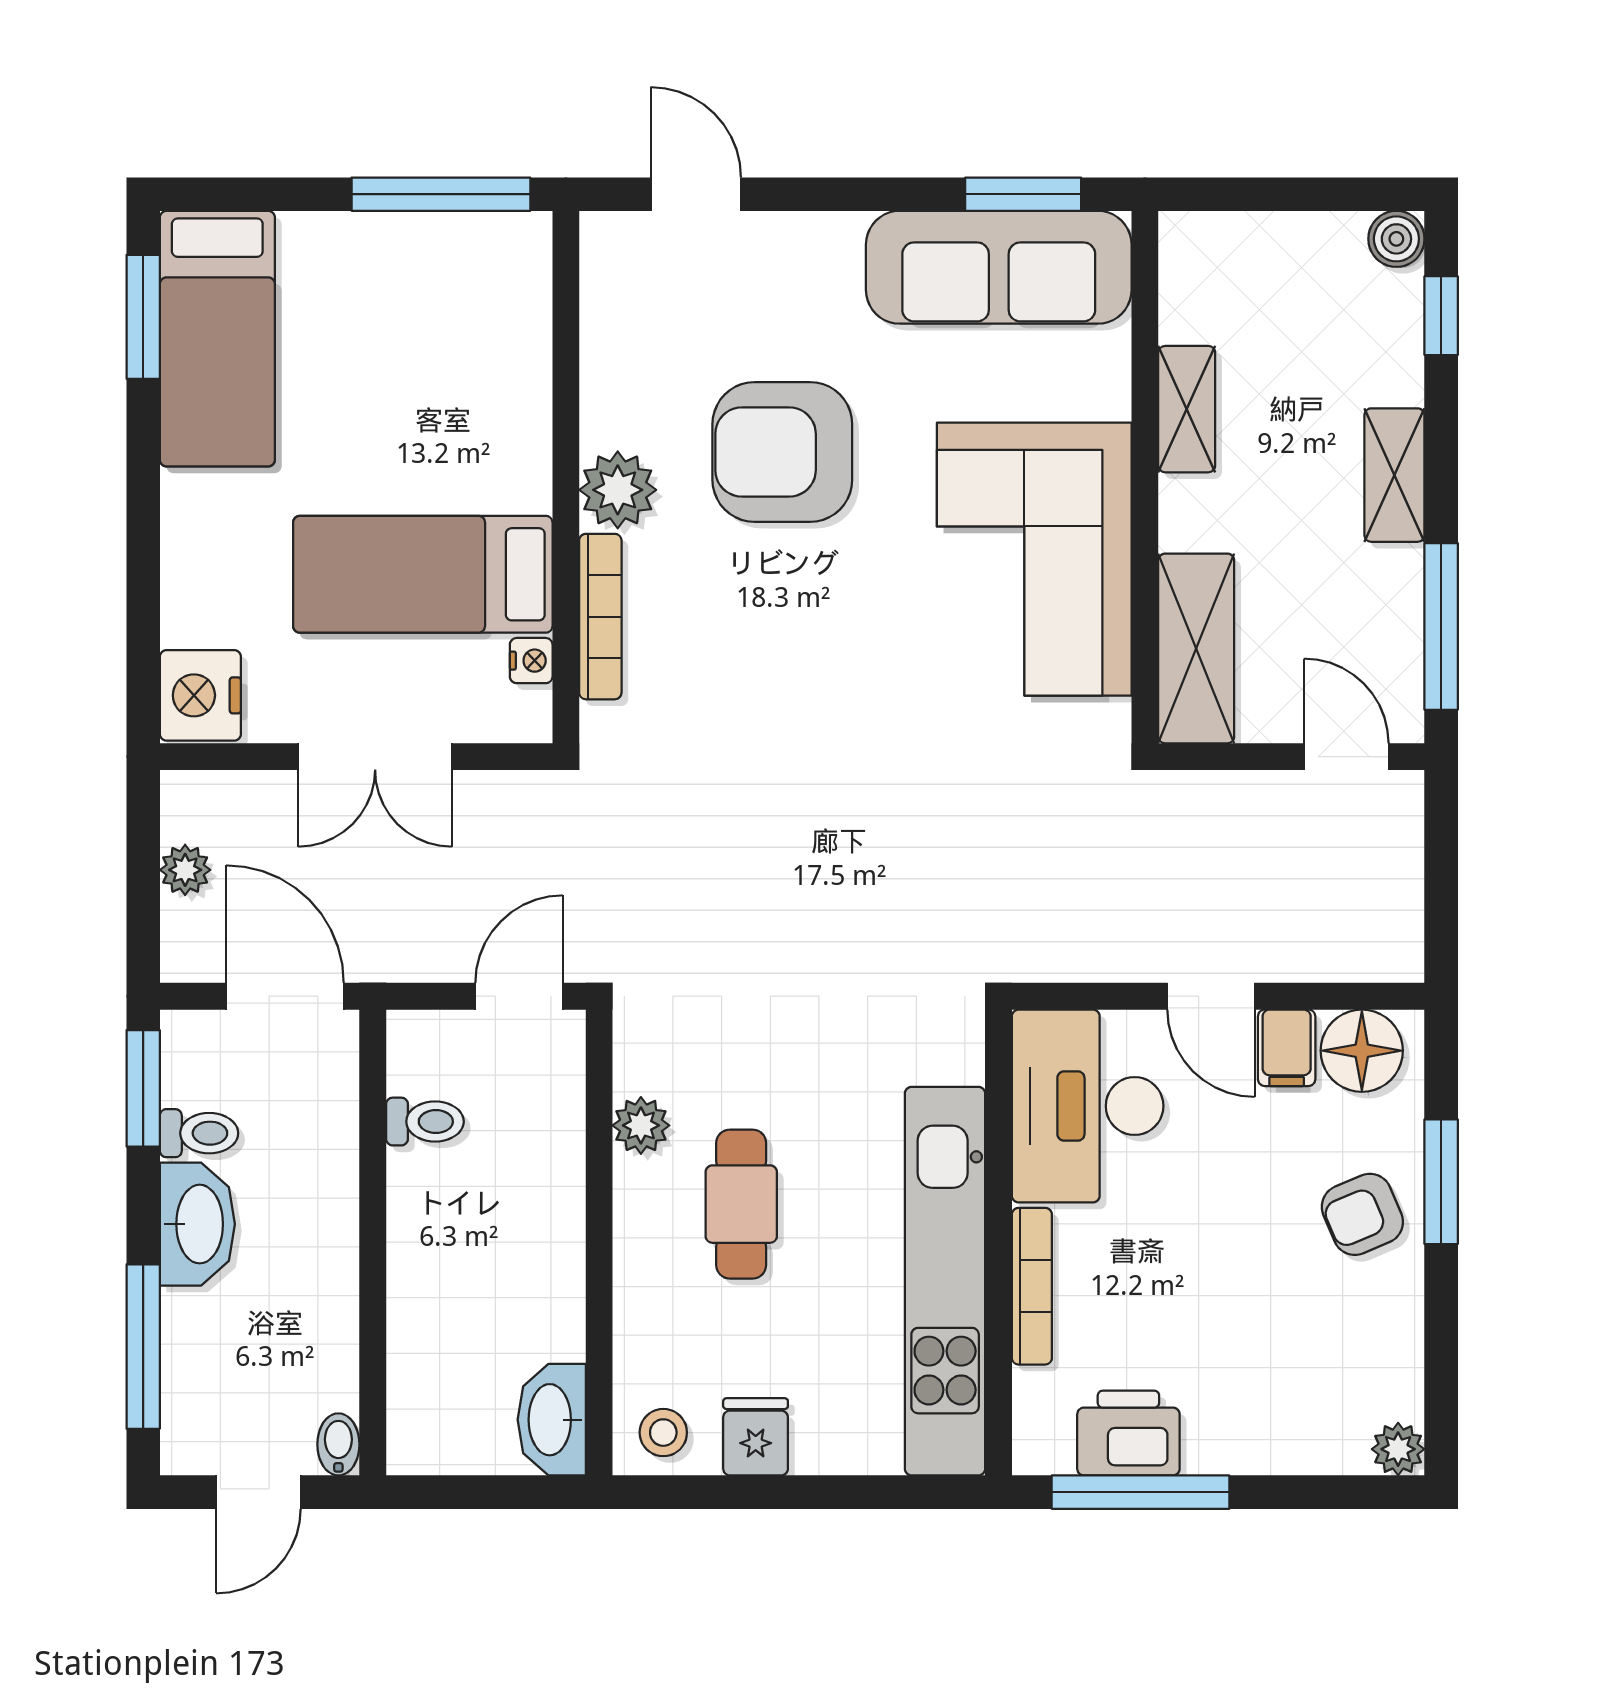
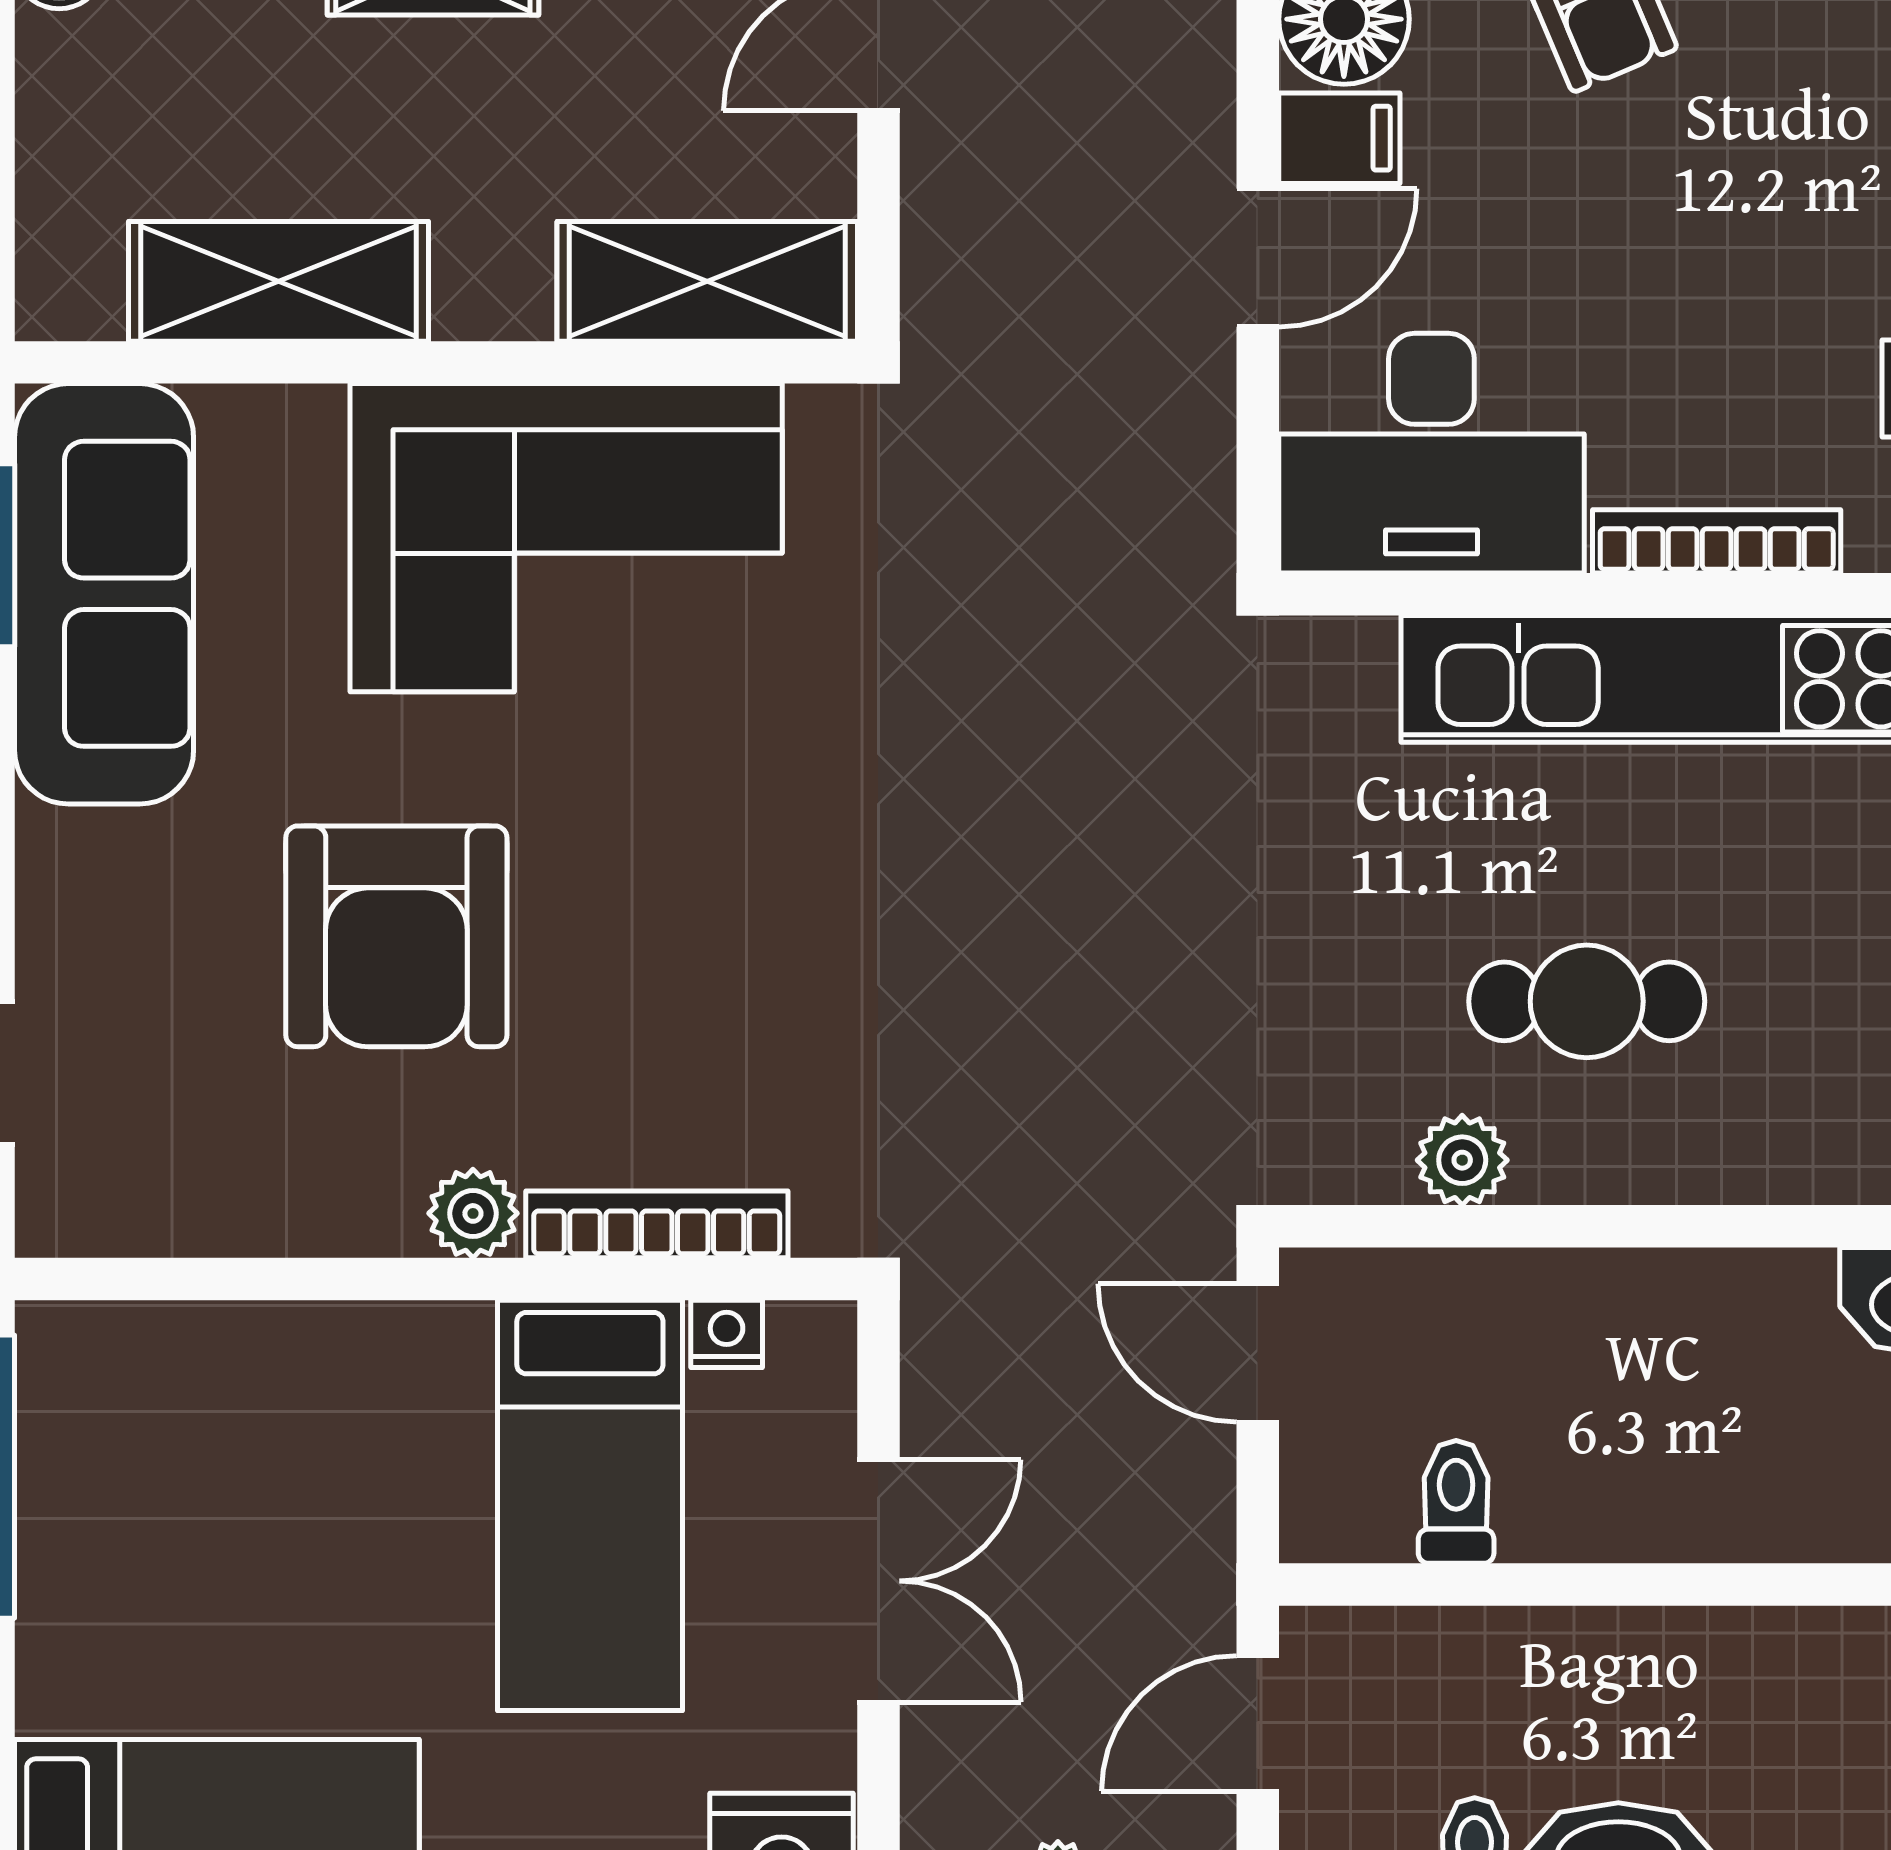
shelving: (1187, 409) -> (279, 281), width x1.50, depth x1.33
plant: (618, 490) -> (473, 1213), width x0.73, depth x0.73
door: (285, 996) -> (1258, 1724), width x0.73

